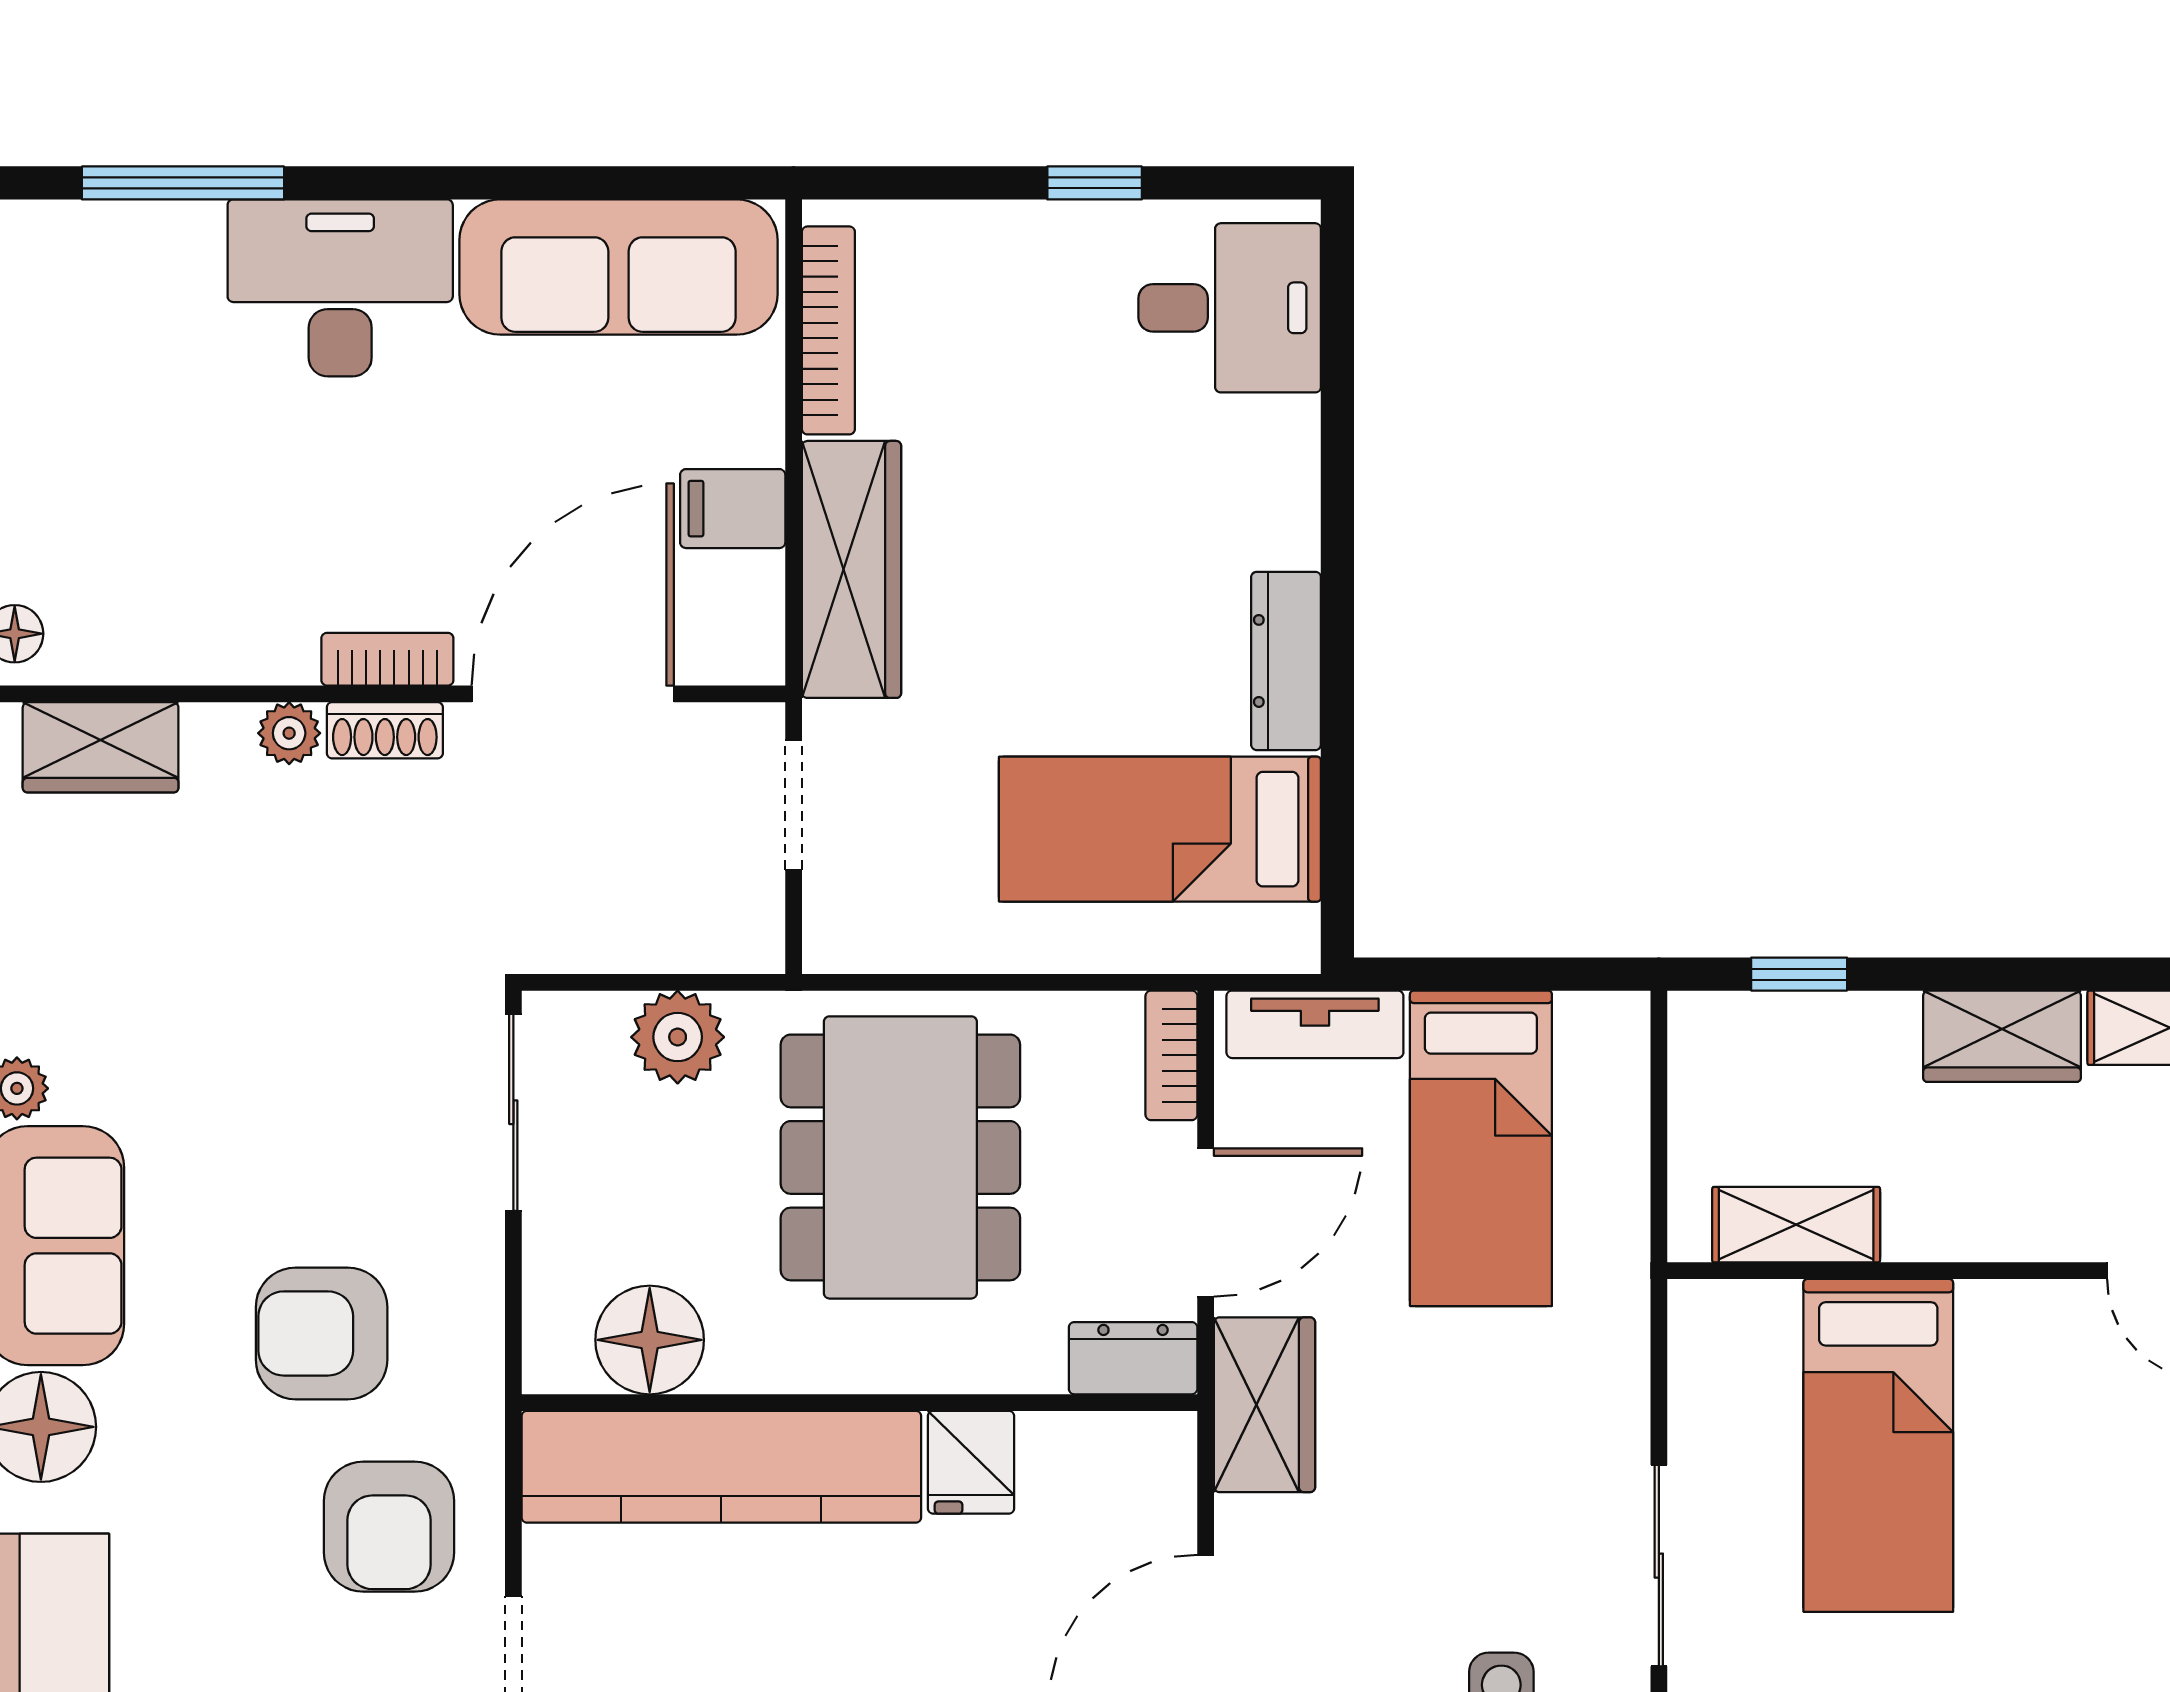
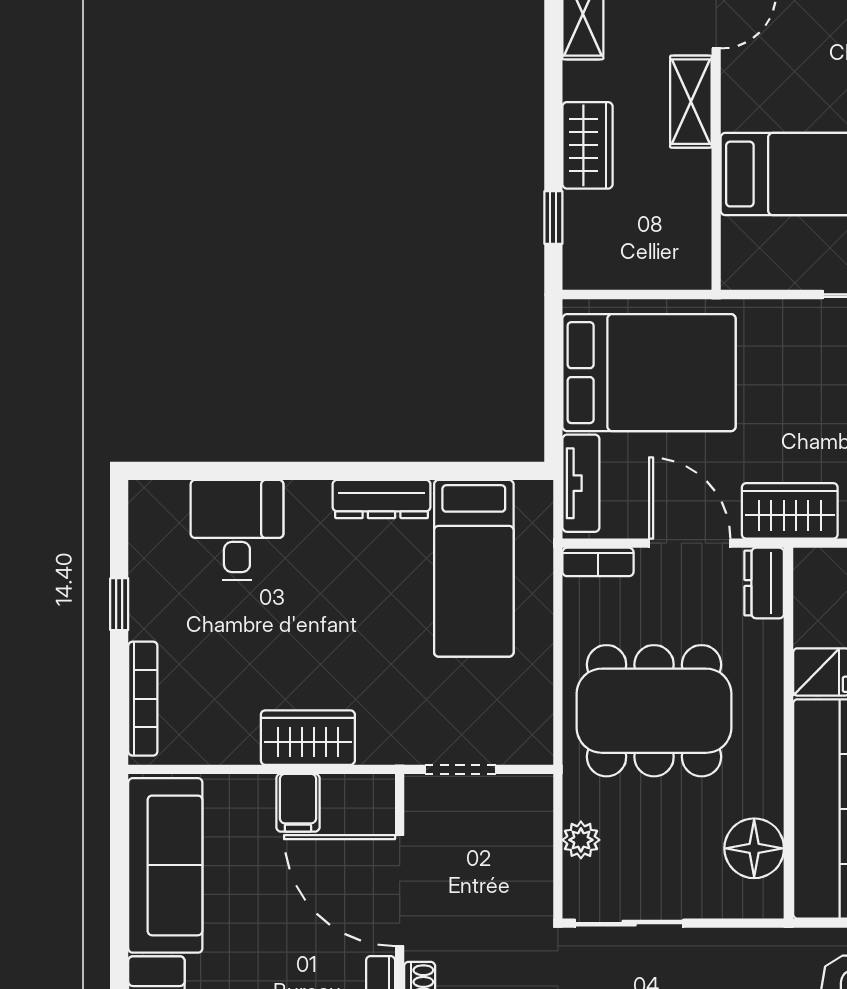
desk: (1230, 308) -> (237, 530), moved
bookcase: (828, 330) -> (143, 699), moved, turned 90
wardrobe: (851, 569) -> (308, 738), width x0.67
wardrobe: (2002, 1036) -> (588, 145), moved
plant: (678, 1037) -> (581, 840), width x0.73, depth x0.73
bed: (1481, 1148) -> (649, 373), width x1.50
shelving: (1796, 1225) -> (691, 102), moved

